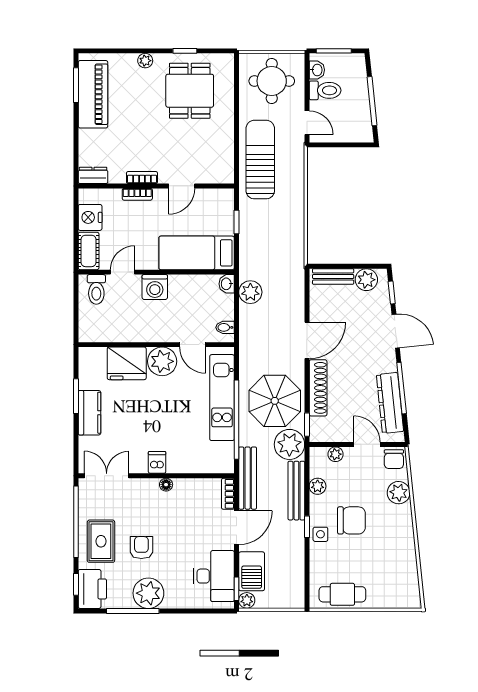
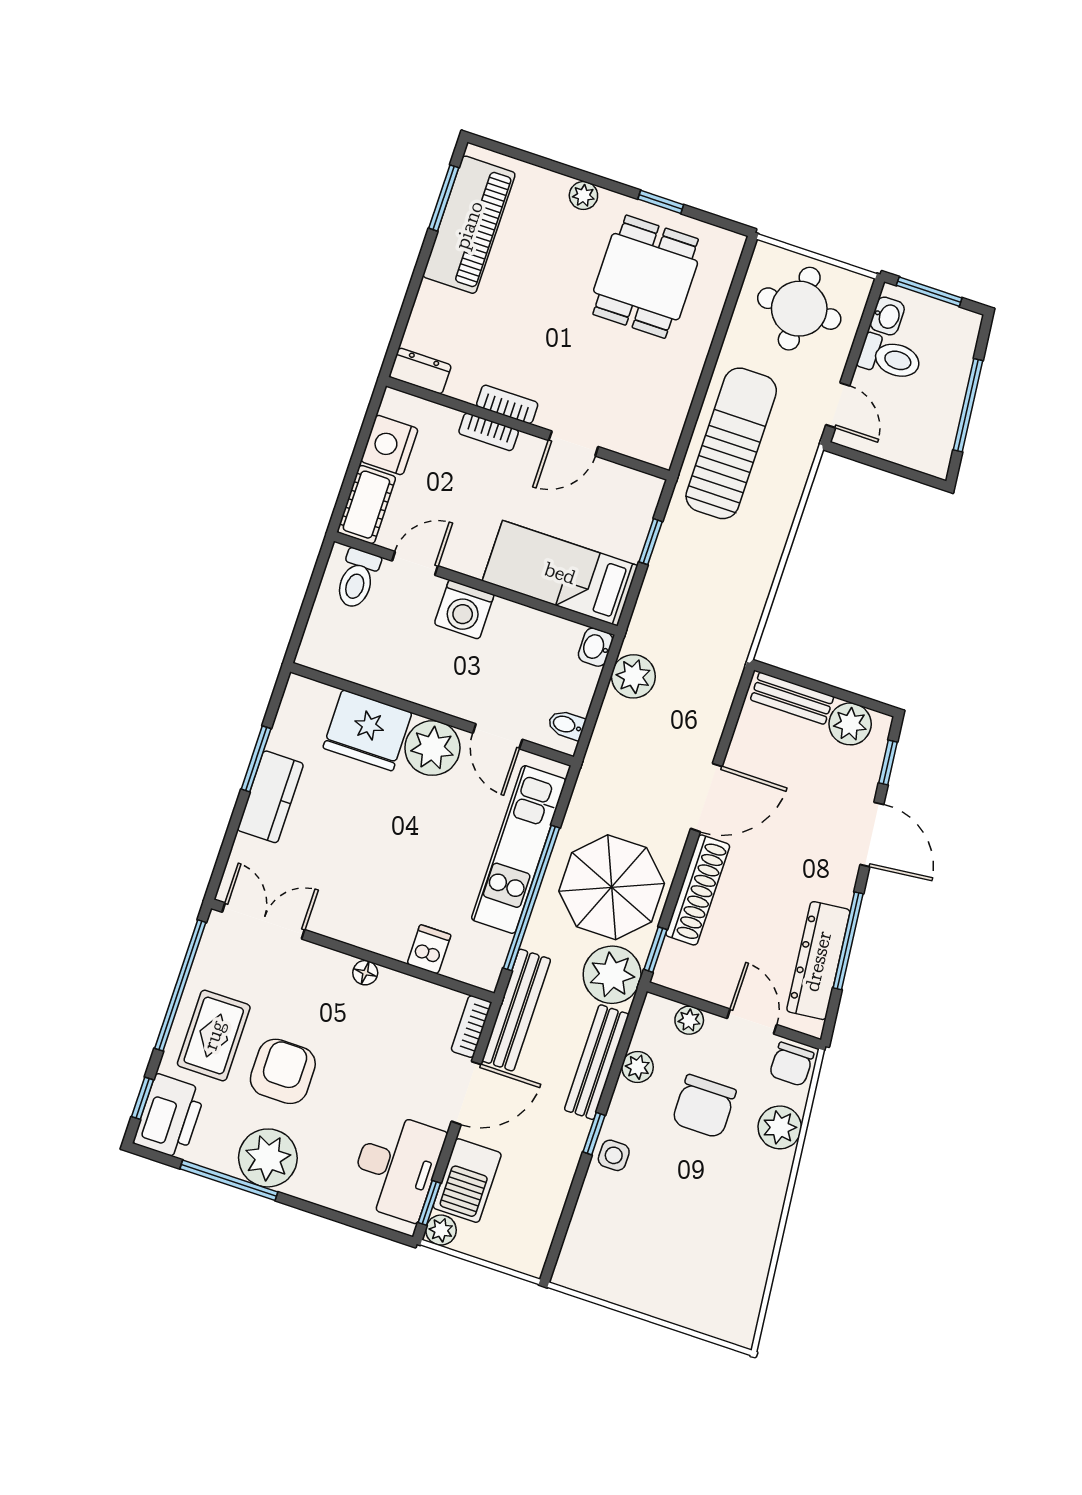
dishwasher: (157, 462) -> (429, 949), moved
chair: (351, 520) -> (704, 1106), moved, turned 90
armchair: (141, 548) -> (283, 1071), width x1.38, depth x1.38
cafe table: (342, 594) -> (617, 1277), removed

